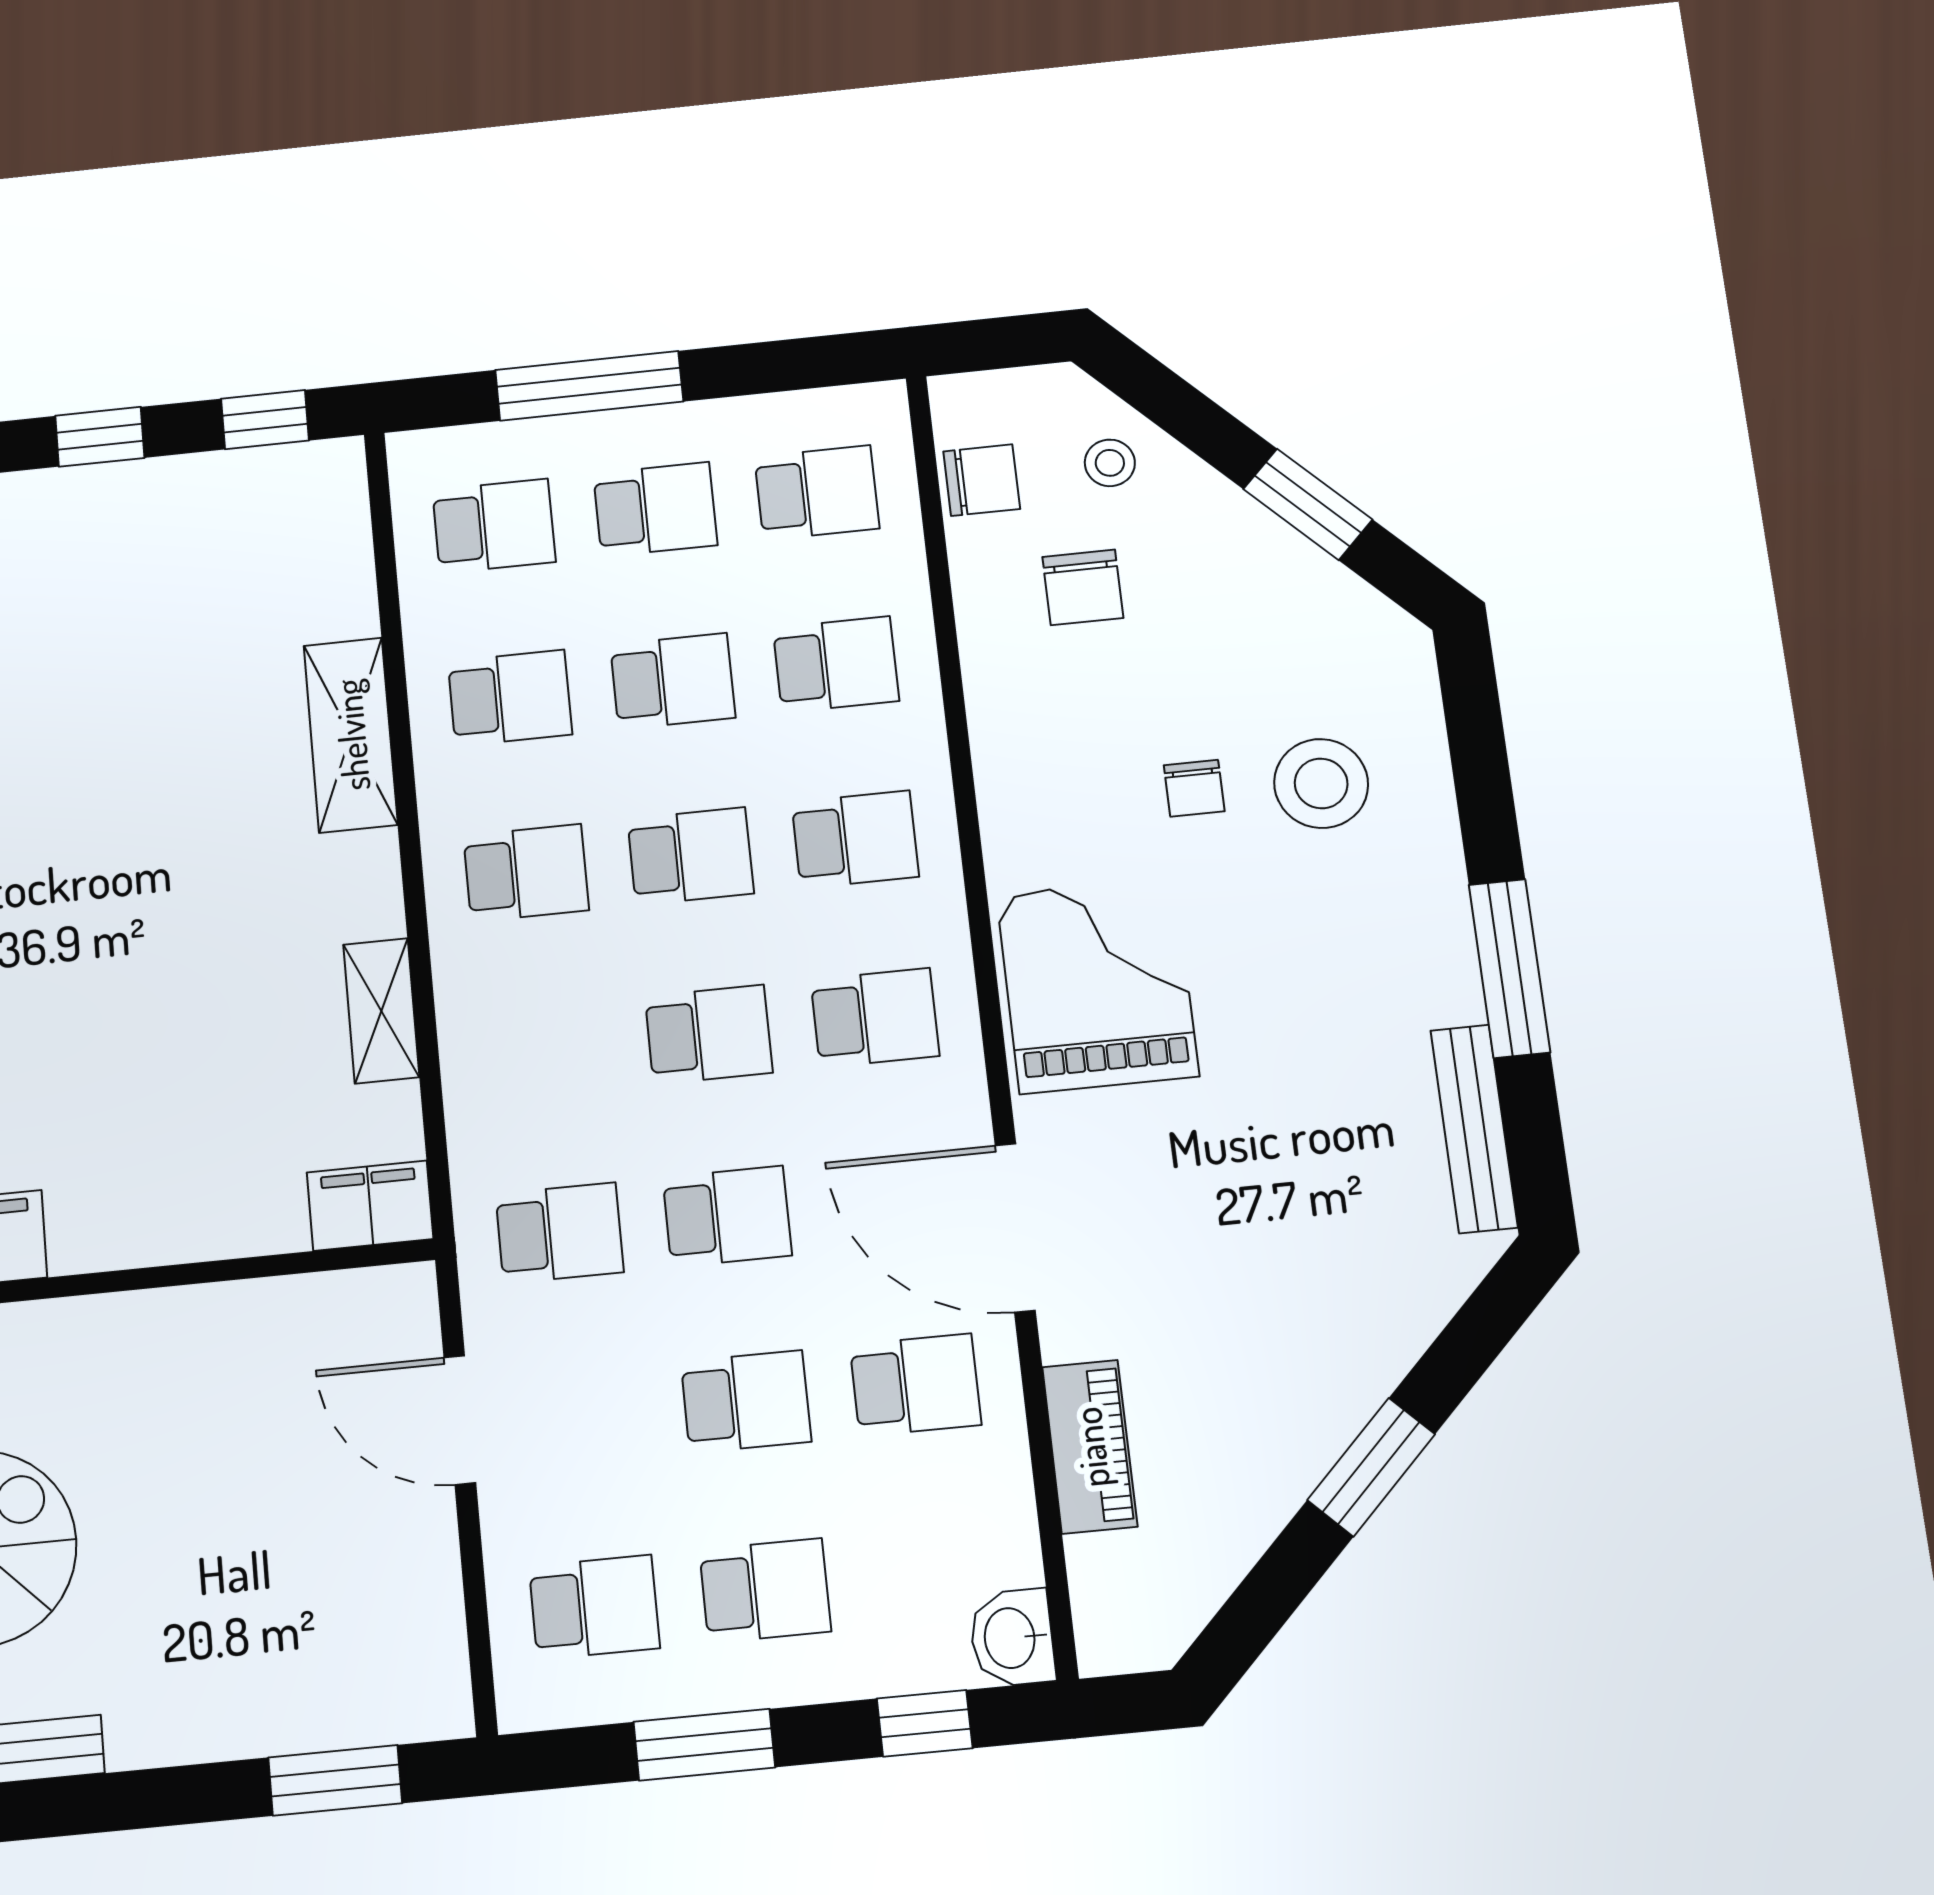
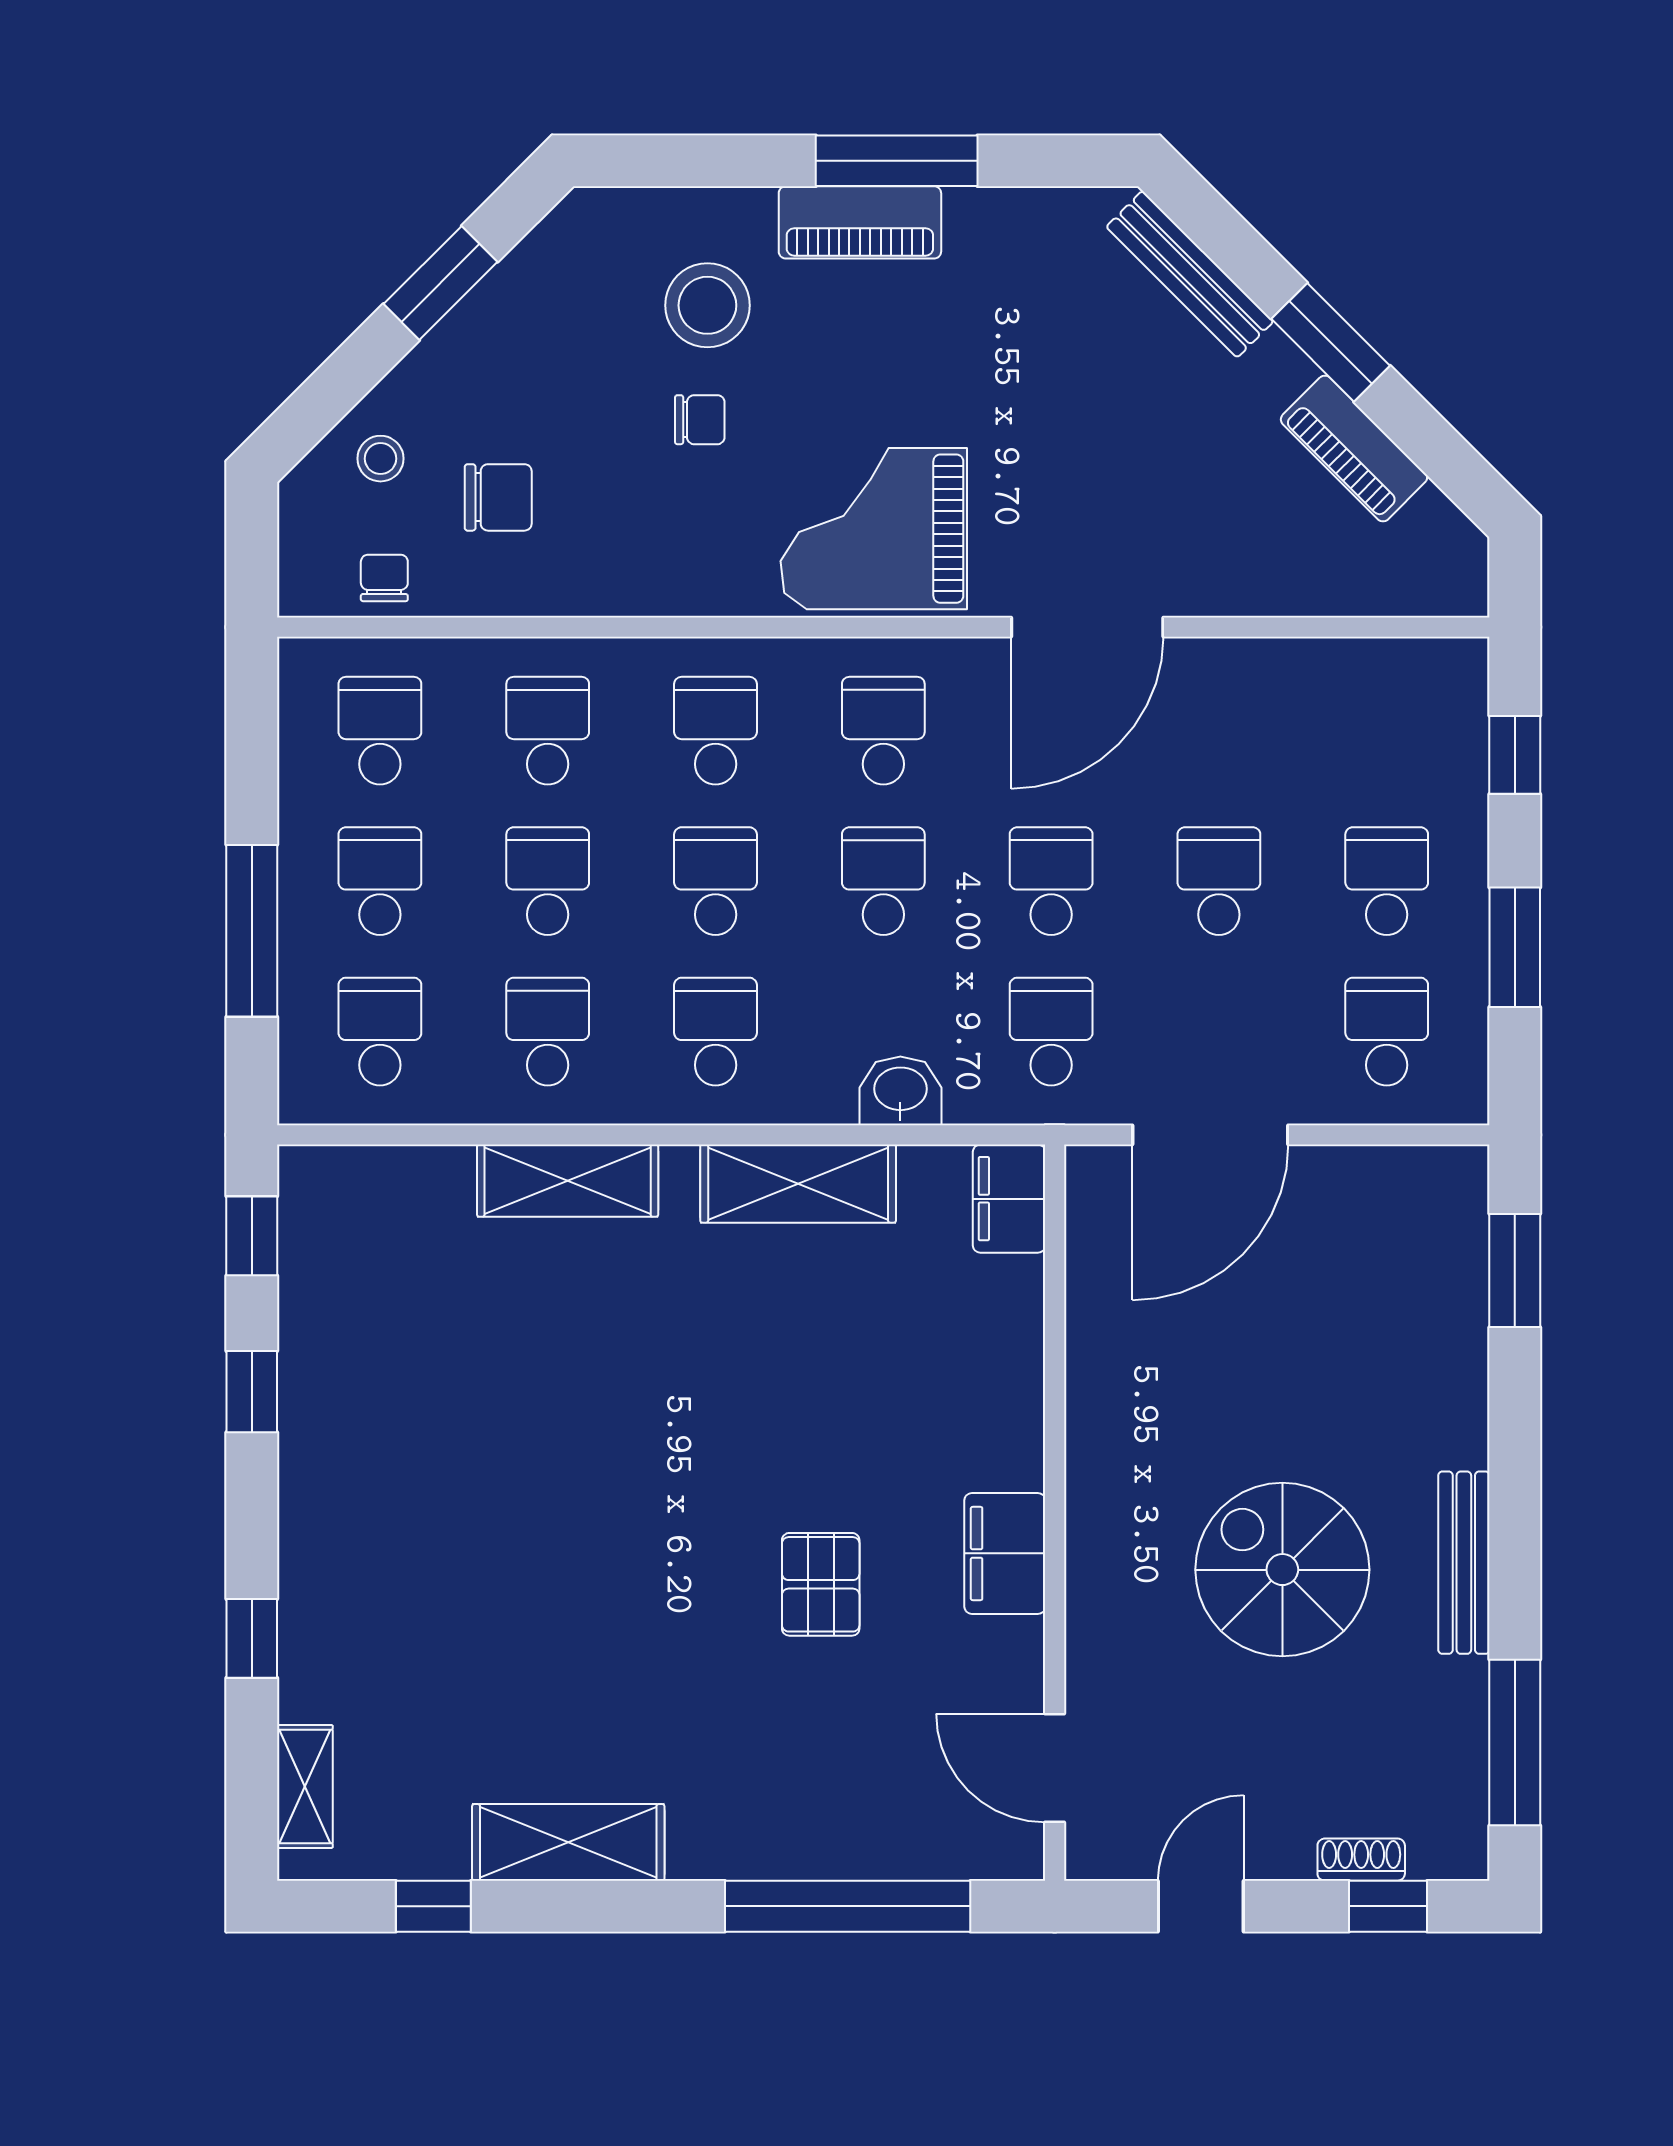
chair: (982, 480) -> (384, 578), width x0.73, depth x0.73
piano: (1435, 936) -> (860, 222), added
shelving: (381, 1011) -> (798, 1184), width x1.50, depth x1.33
bench: (1474, 1129) -> (1190, 274), moved, turned 45
school desk: (915, 1385) -> (1219, 731), removed
door: (460, 1420) -> (1210, 1135), width x1.36
piano: (1090, 1447) -> (1354, 448), moved, turned -135
washbasin: (1012, 1638) -> (900, 1091), moved, turned 180

